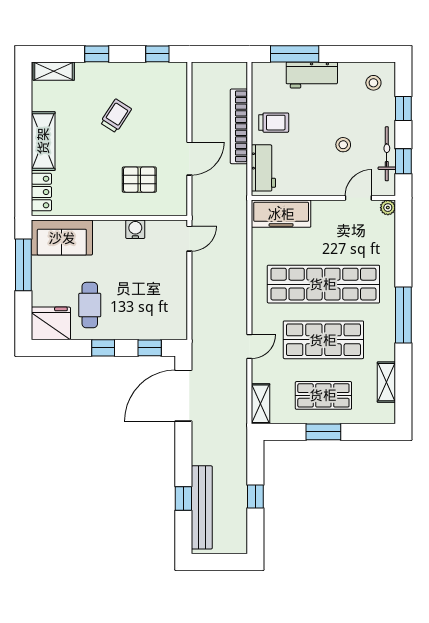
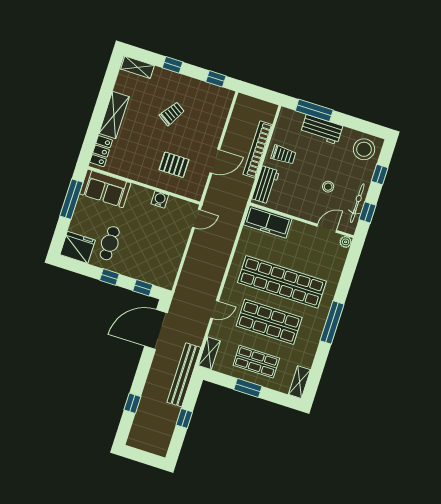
stool: (373, 83) -> (364, 149), width x1.89, depth x1.89
shelving: (386, 382) -> (299, 382), moved
bench: (202, 507) -> (184, 375), moved

